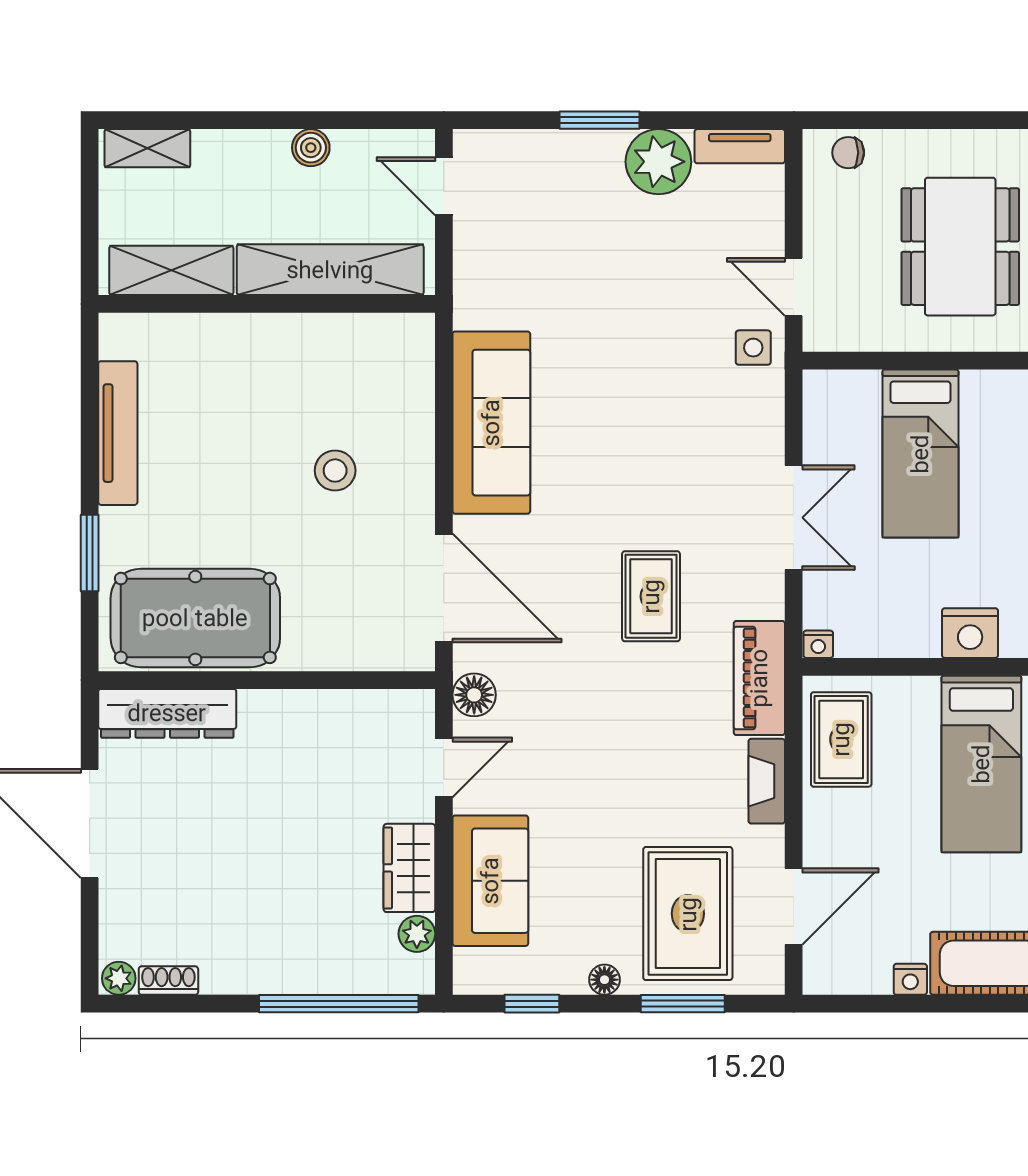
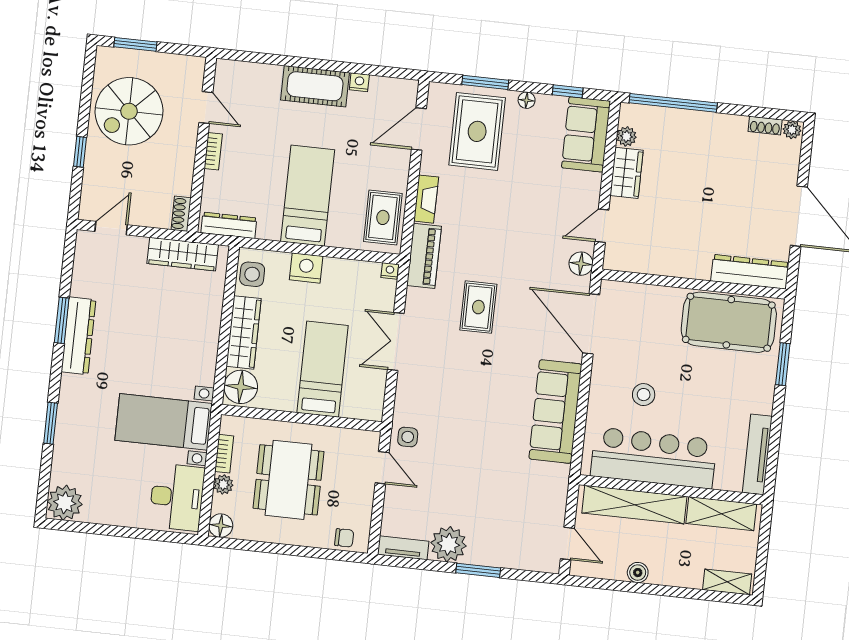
bar counter: (305, 358) -> (654, 458), added
tv unit: (118, 433) -> (757, 454), moved
sofa: (490, 881) -> (586, 134), moved

